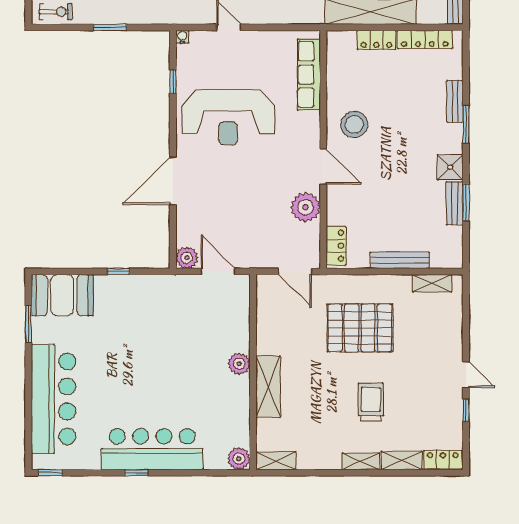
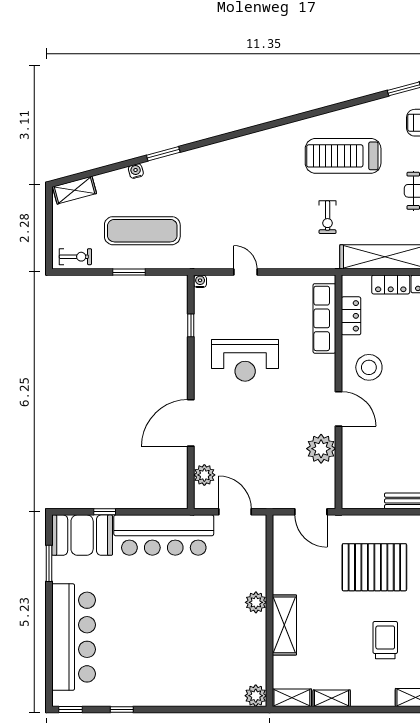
reception desk: (228, 117) -> (245, 360), width x0.74, depth x0.77
locker: (336, 246) -> (351, 316), moved
plant: (187, 258) -> (204, 475), moved
window: (118, 272) -> (105, 512), moved
bar counter: (152, 449) -> (164, 535), moved, turned 180
shelving: (361, 461) -> (332, 698), moved
window: (136, 473) -> (122, 709), moved

